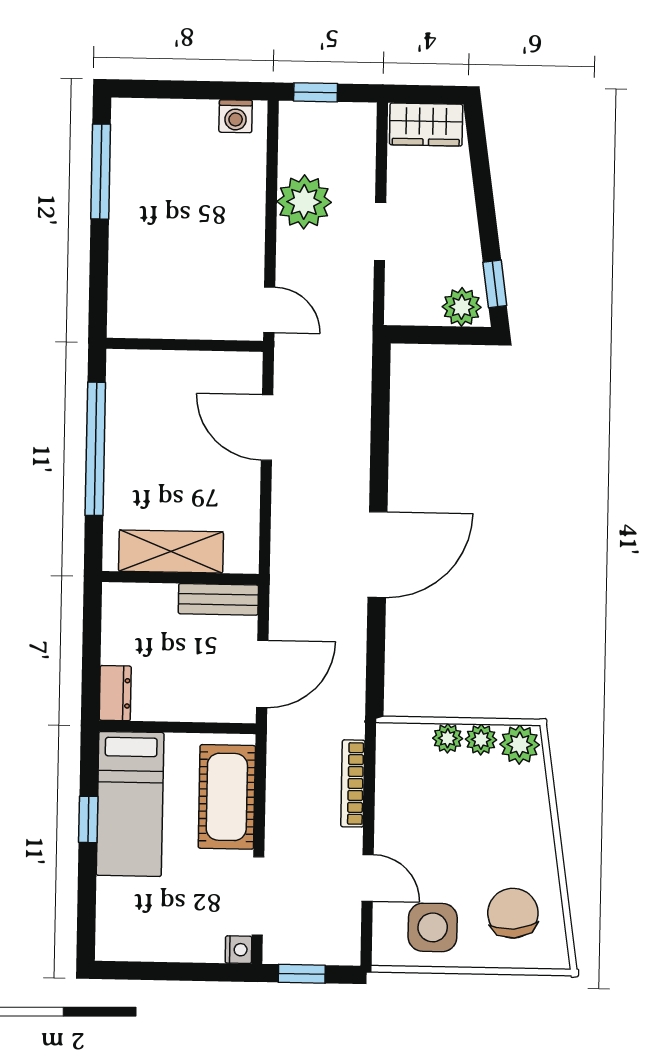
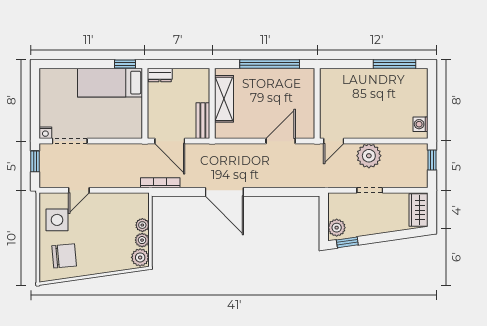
plant: (304, 202) -> (369, 156), moved
bookcase: (353, 783) -> (160, 183), moved
cot: (227, 797) -> (114, 126), removed
window: (88, 819) -> (125, 64), moved

